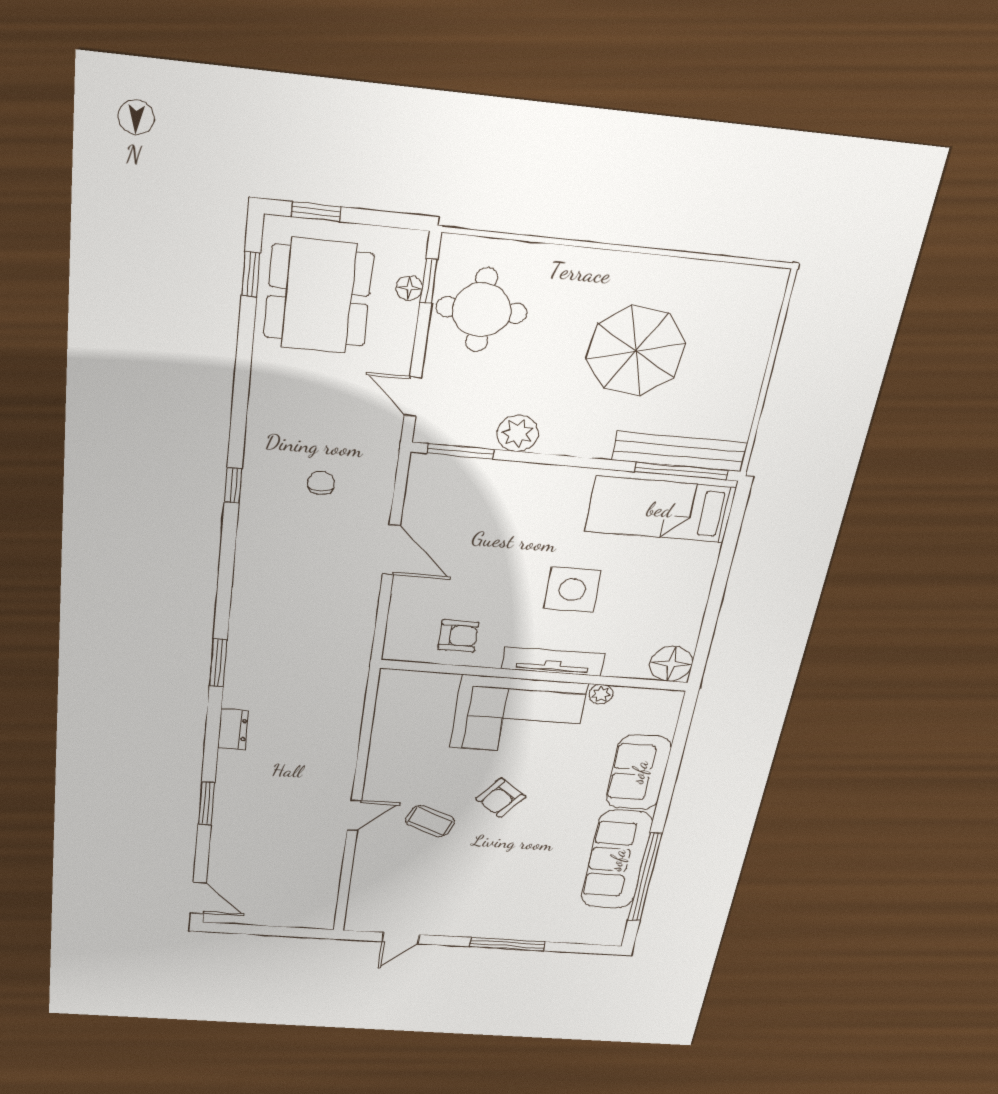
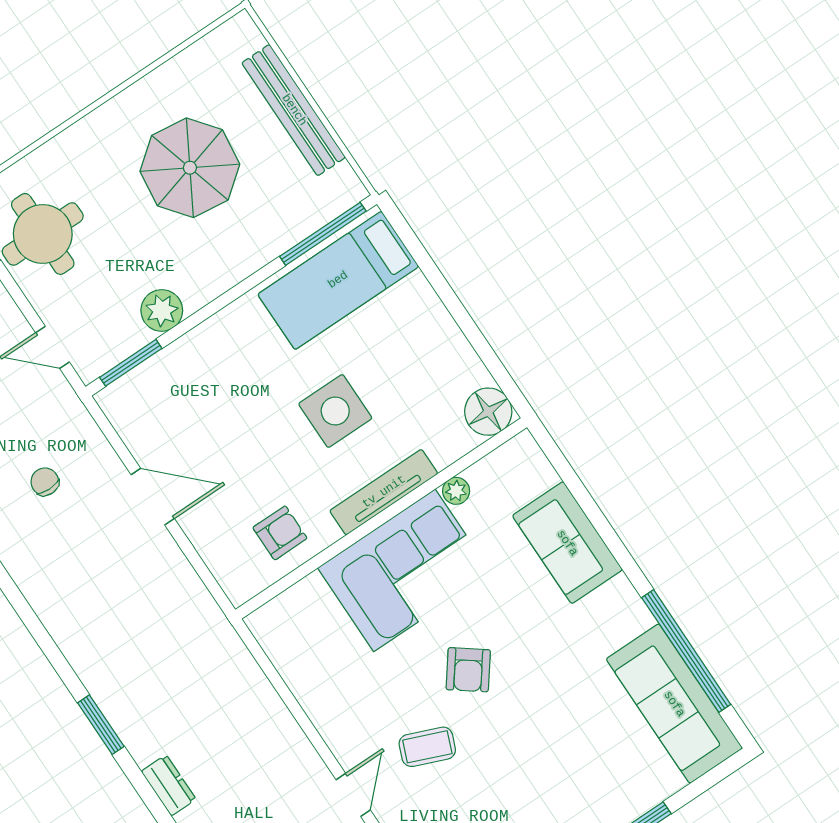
bench: (680, 451) -> (294, 110), moved, turned 90
sofa: (617, 860) -> (674, 704), moved

